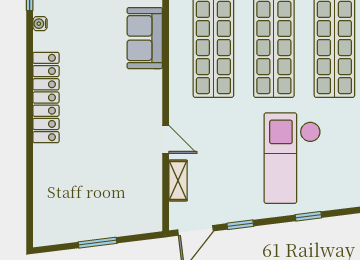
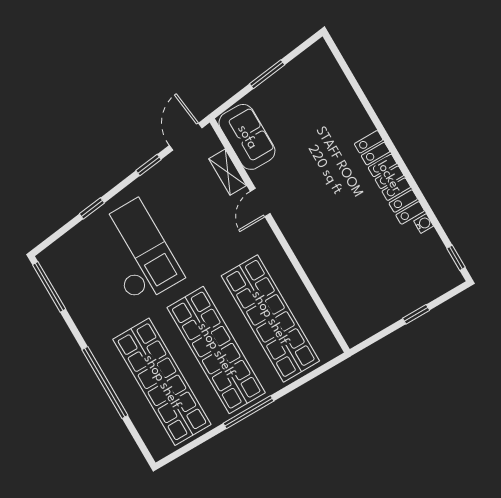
water cooler: (40, 24) -> (424, 224), moved
sofa: (145, 38) -> (247, 137), moved
door: (166, 139) -> (260, 203), hinge flipped

